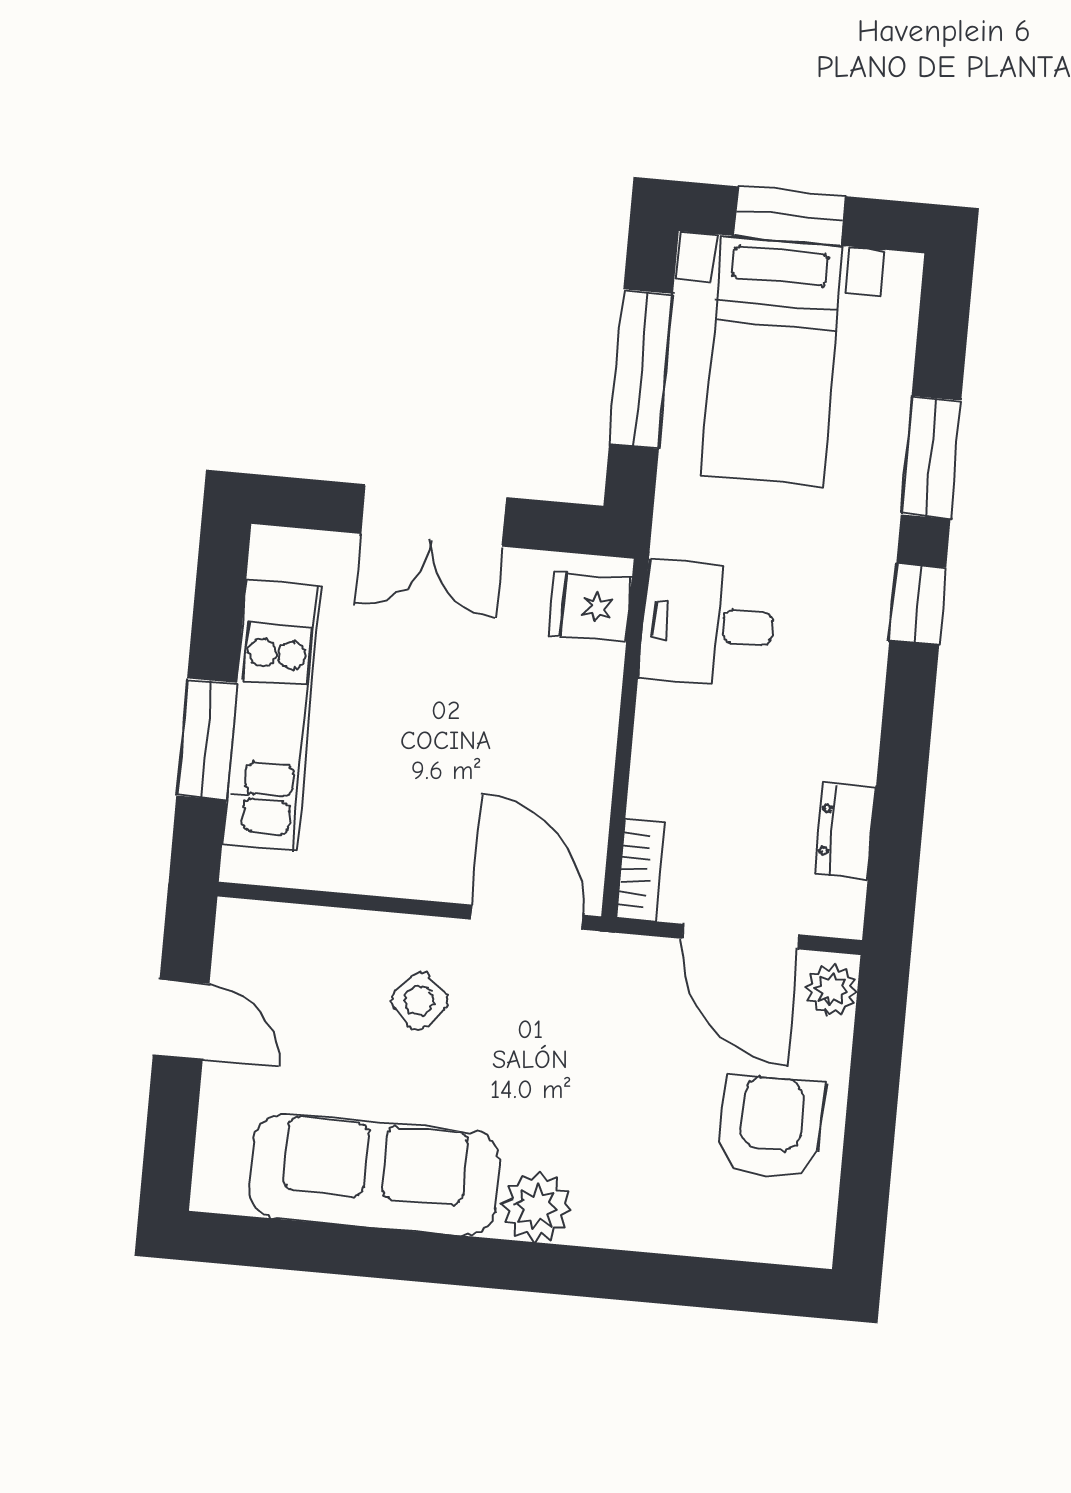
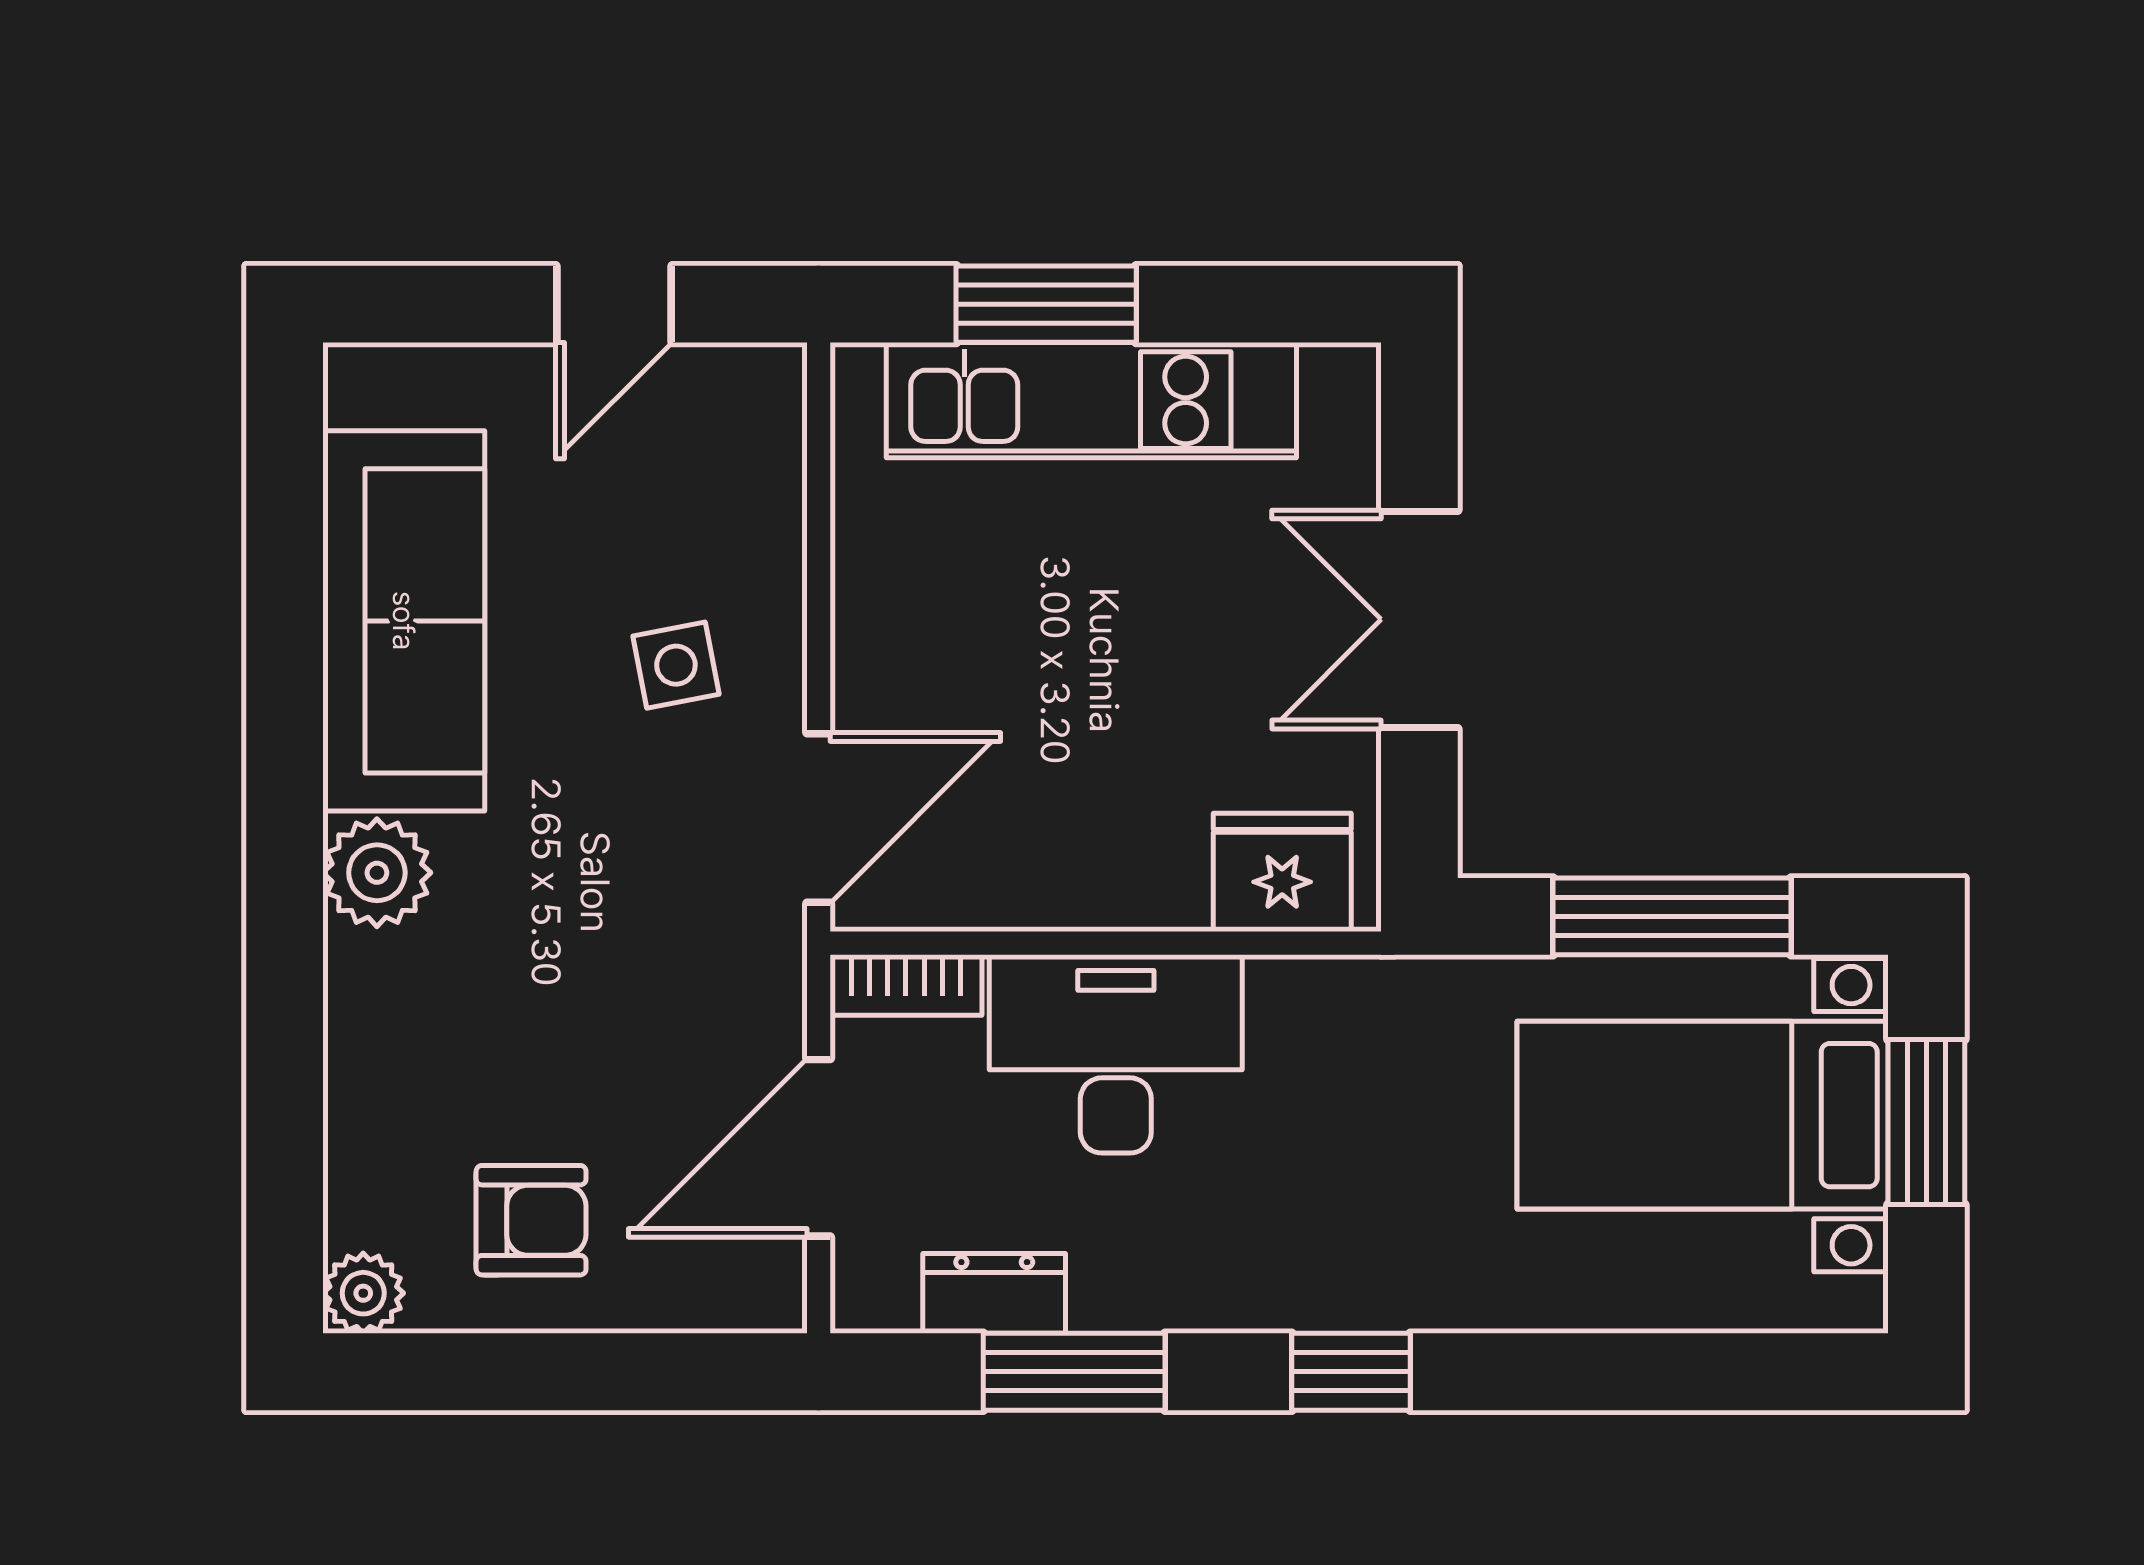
window: (931, 457) -> (1074, 1372), moved
fridge: (591, 607) -> (1282, 872), width x1.38
desk: (708, 624) -> (1116, 1054), moved, width x1.37
plant: (831, 990) -> (363, 1293), moved
side table: (419, 1001) -> (676, 665), turned 36
armchair: (771, 1127) -> (531, 1220), width x0.72, depth x0.72

